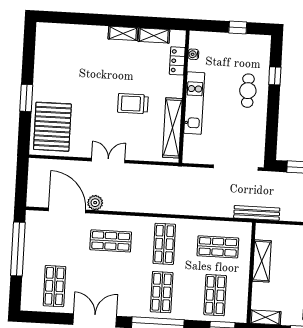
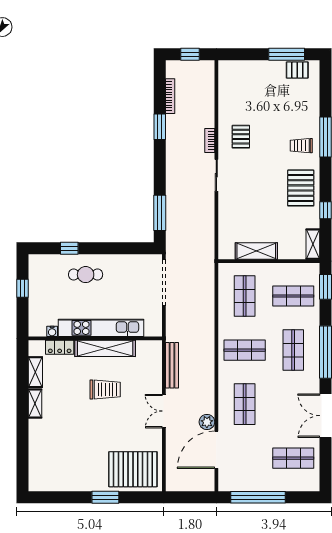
kitchen unit: (194, 103) -> (101, 328), width x1.36
trolley: (133, 104) -> (105, 390), turned -90
shelving: (172, 128) -> (105, 348), moved
bench: (257, 213) -> (172, 365), moved
shop shelf: (162, 292) -> (293, 350), turned 90

